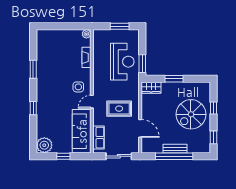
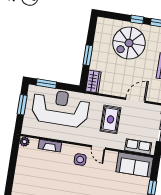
reception desk: (122, 62) -> (61, 108), width x1.36, depth x1.30
window: (142, 64) -> (46, 84), moved
window: (213, 108) -> (137, 20), moved
spiral stairs: (191, 114) -> (129, 43), turned 90
sofa: (82, 131) -> (135, 165), width x0.73

